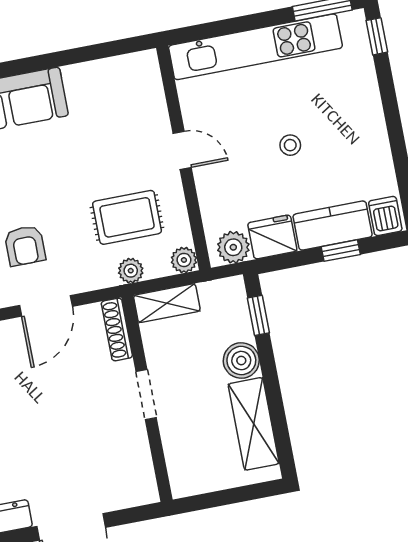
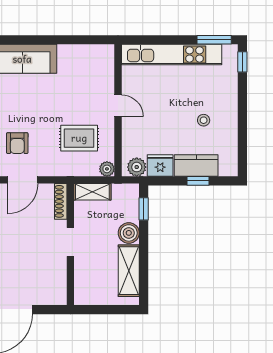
stool: (290, 145) -> (204, 120), moved
dishwasher: (385, 216) -> (227, 166), removed
plant: (131, 271) -> (75, 169), removed

